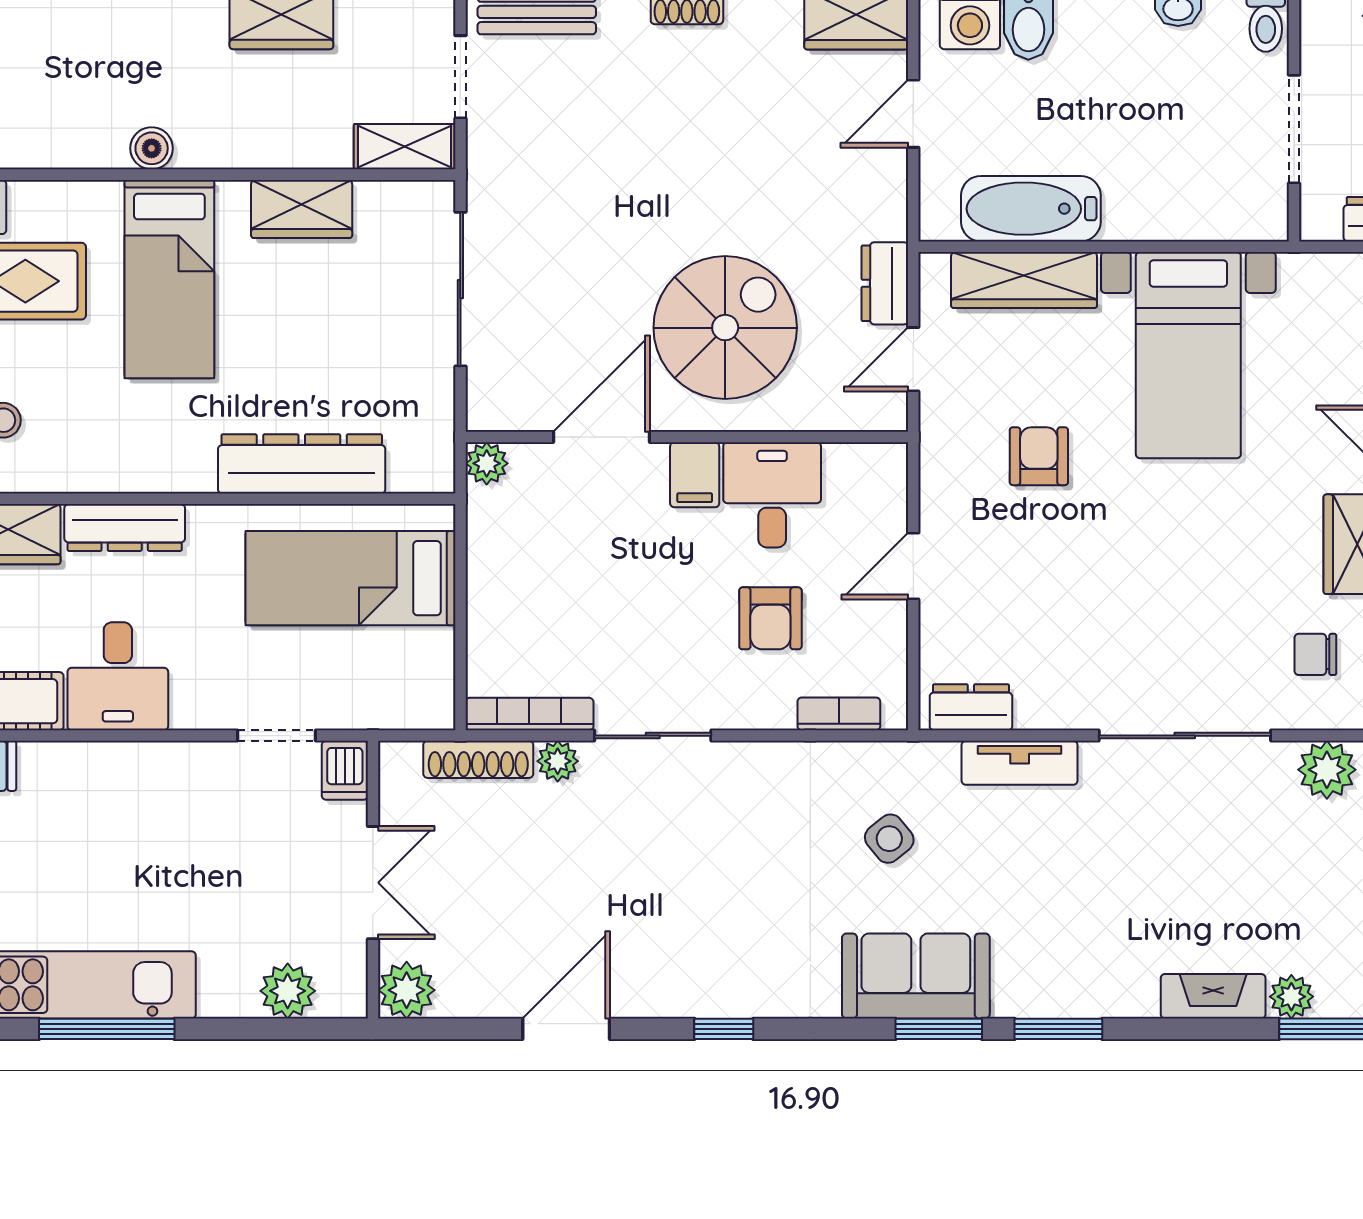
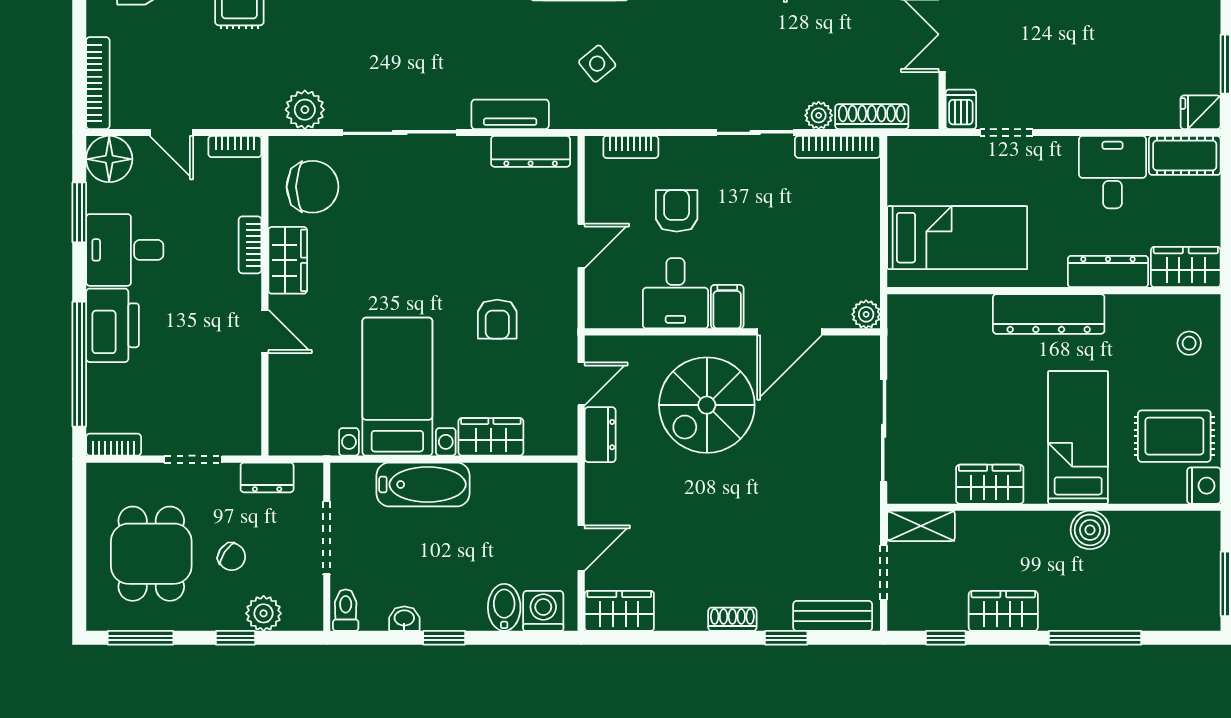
boiler: (152, 148) -> (1090, 530), width x1.36, depth x1.36
bathtub: (1031, 209) -> (423, 484), moved
wardrobe: (1024, 280) -> (491, 437), width x0.67
dresser: (302, 464) -> (1049, 314), moved
chair: (1315, 654) -> (313, 187), width x1.87, depth x1.87
dresser: (971, 707) -> (531, 151), width x1.44

